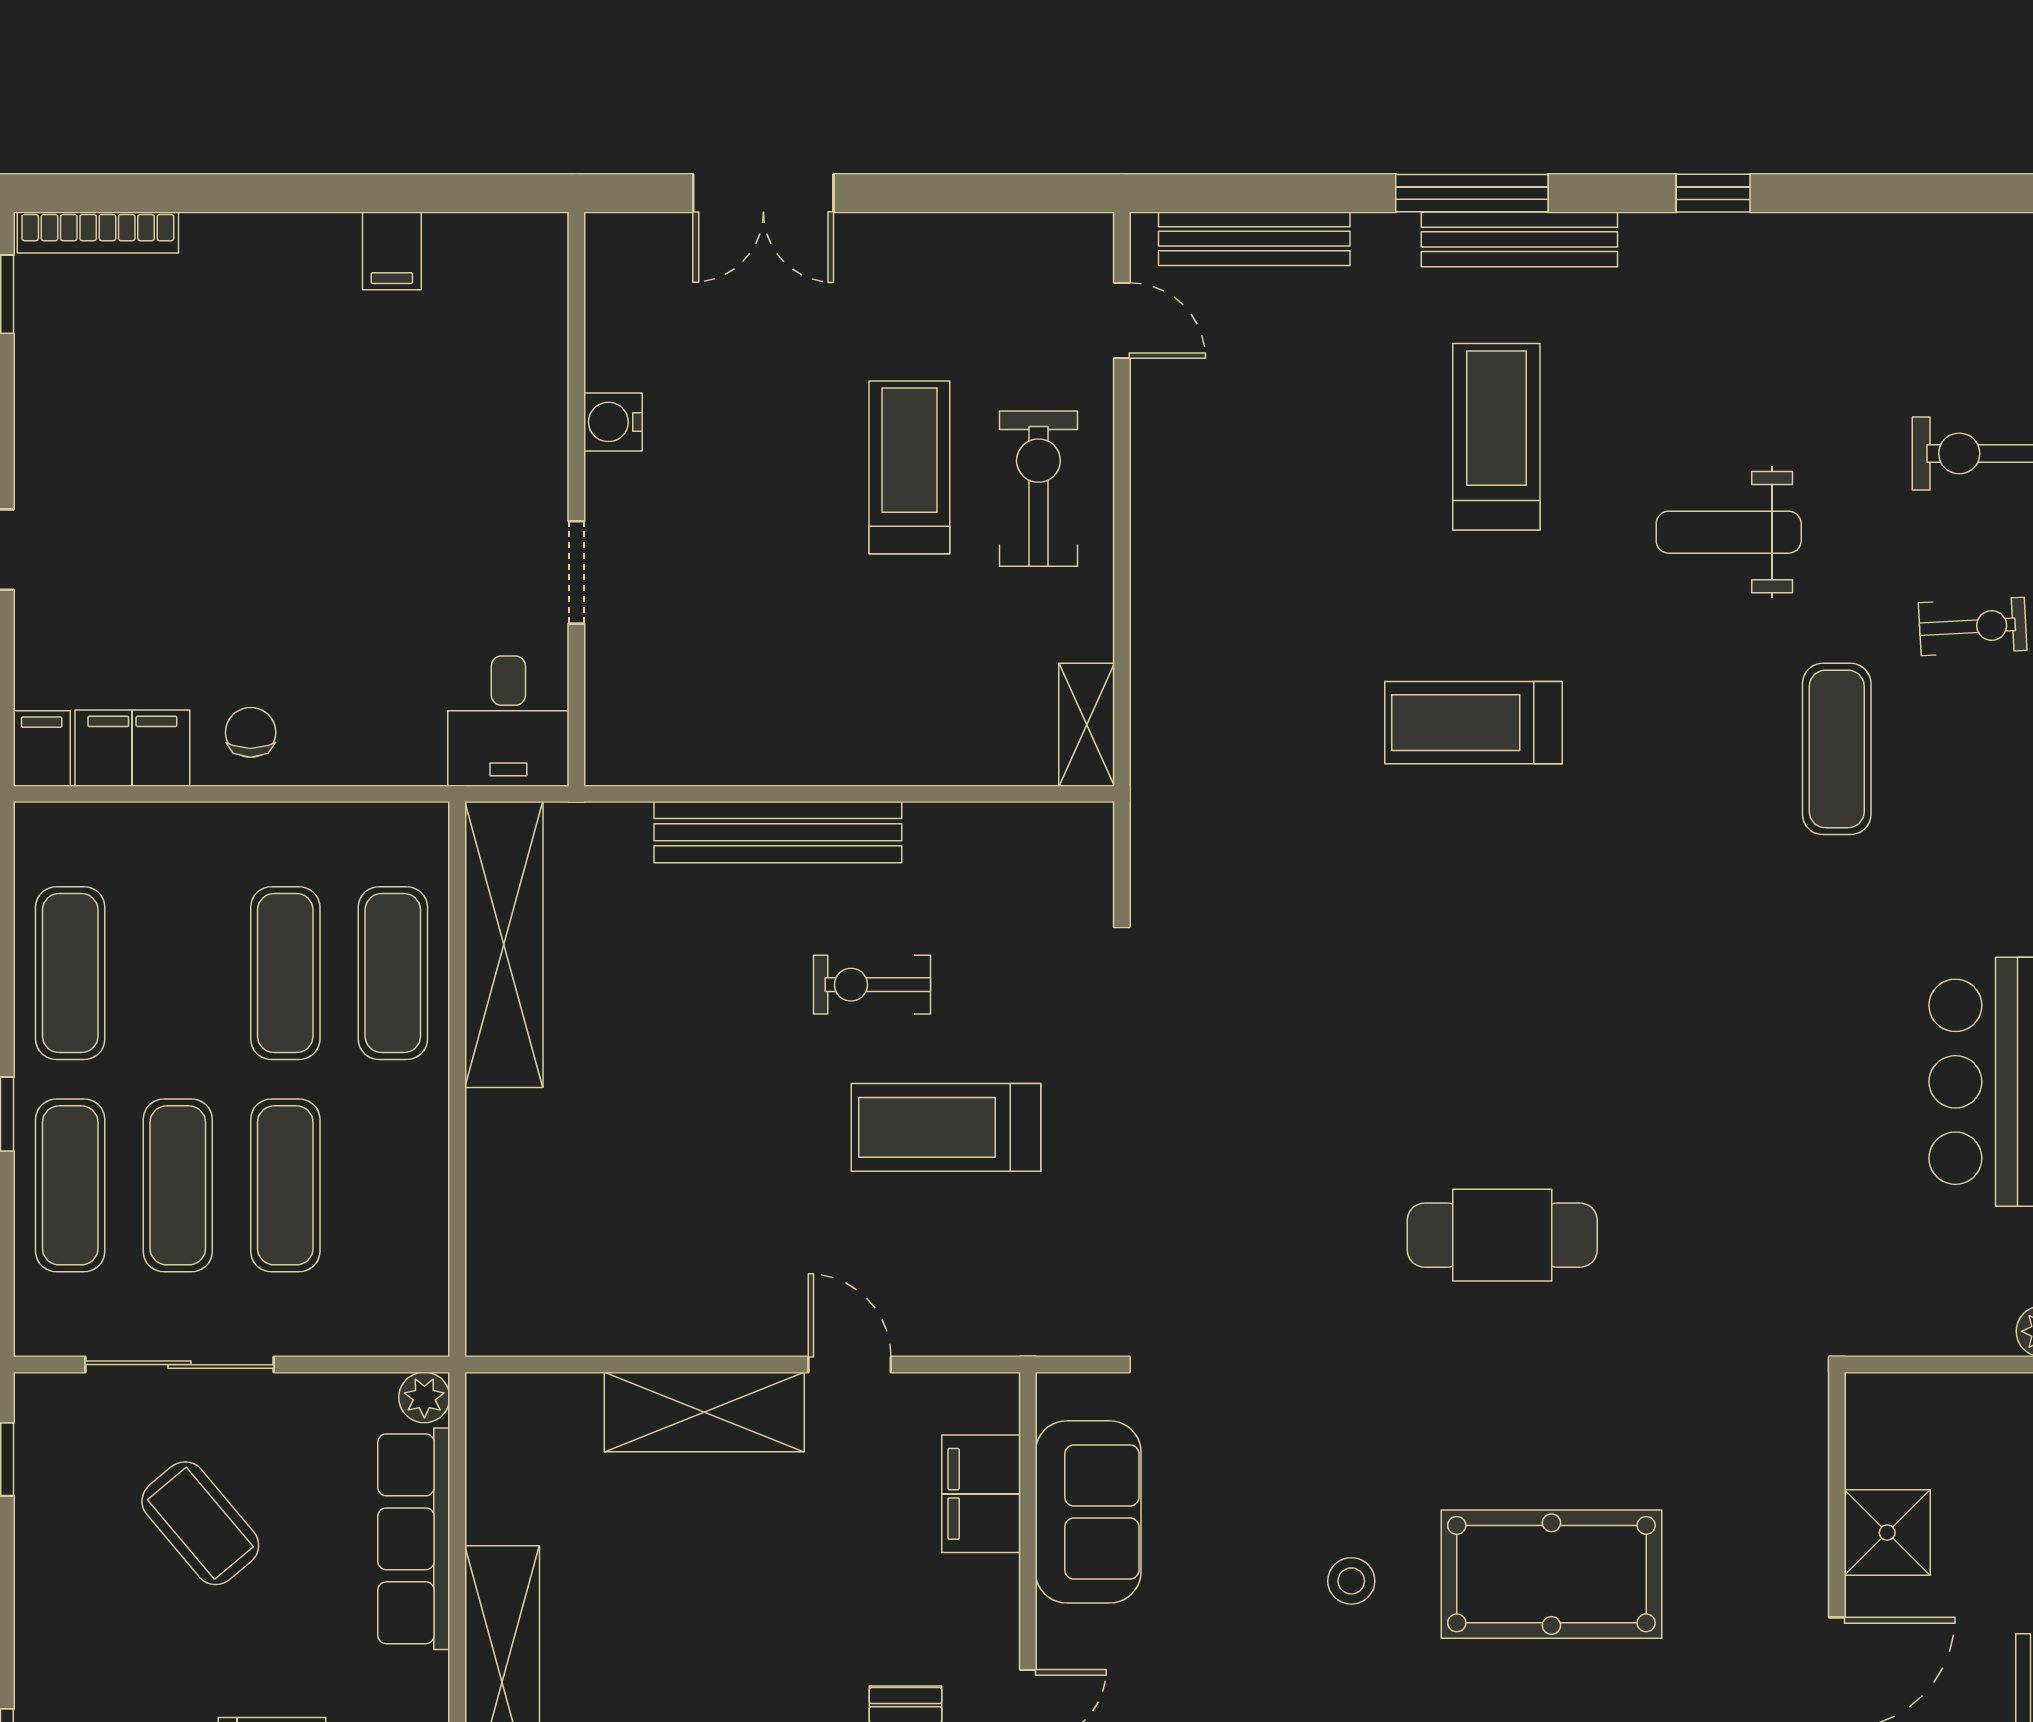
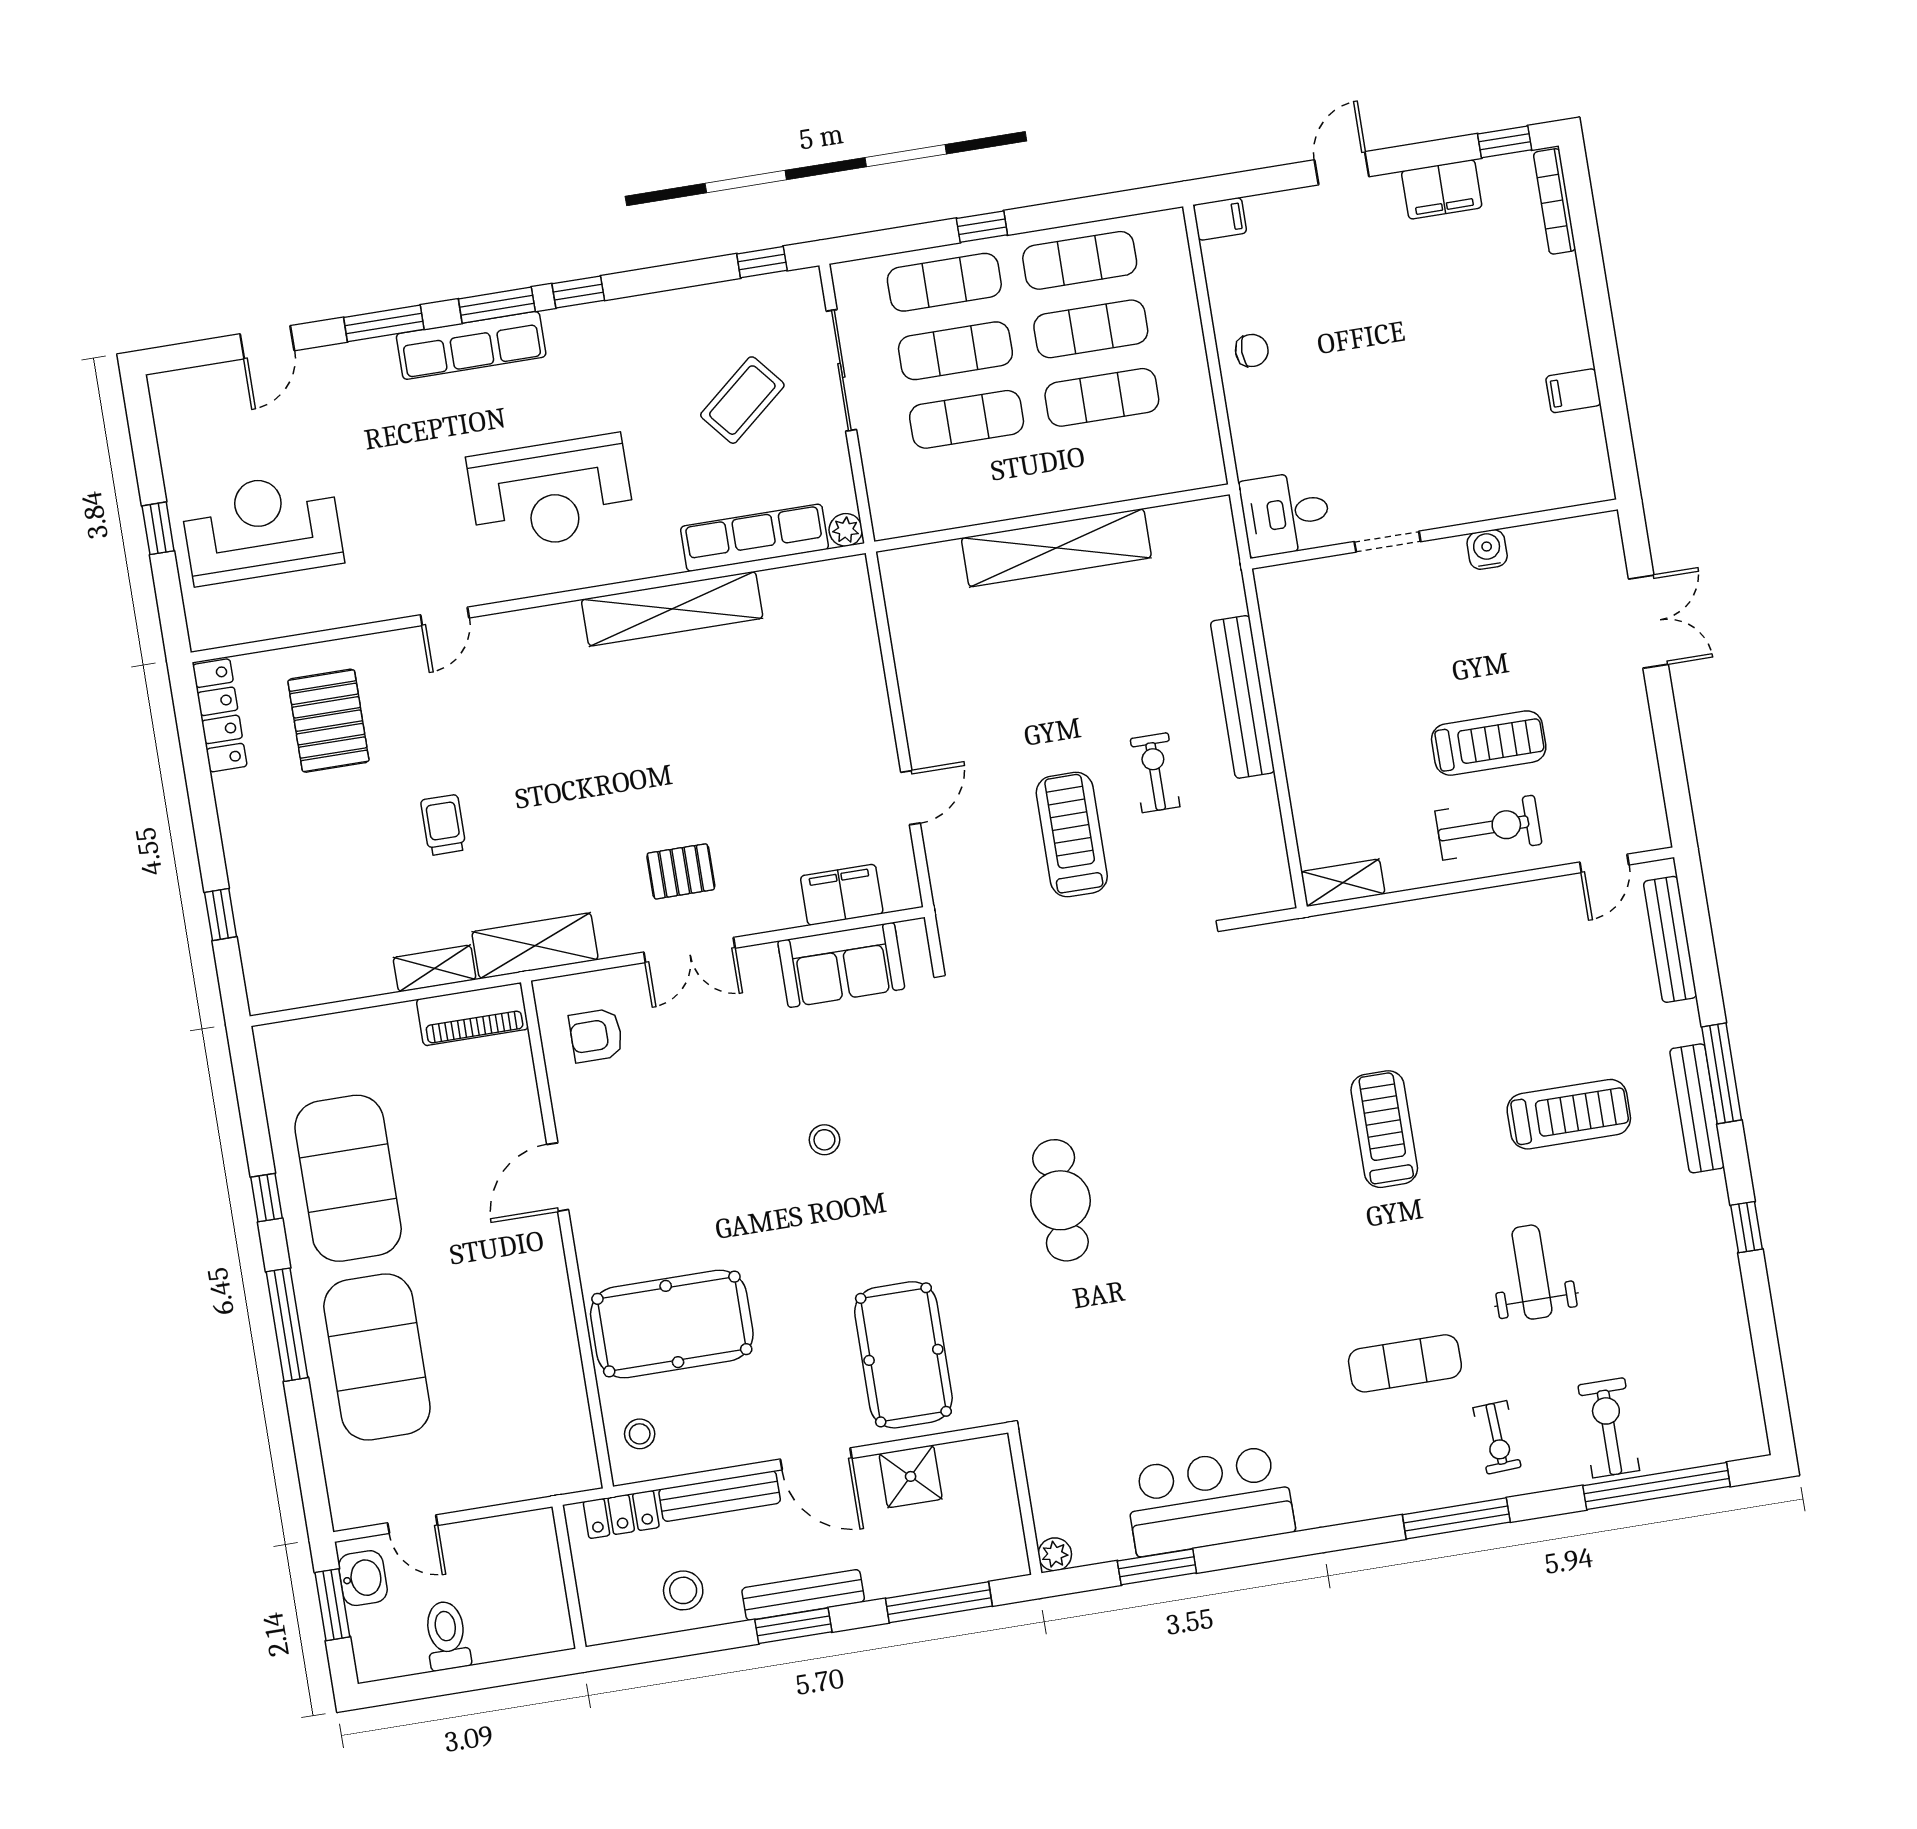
double door: (763, 193) -> (1648, 622), swing flipped
filing cabinet: (132, 748) -> (1442, 189), moved, turned 90
shelving: (504, 945) -> (1056, 548), moved
exercise mat: (393, 973) -> (1091, 329), moved
shelving: (704, 1412) -> (865, 710), removed
pool table: (1551, 1574) -> (903, 1355), moved

